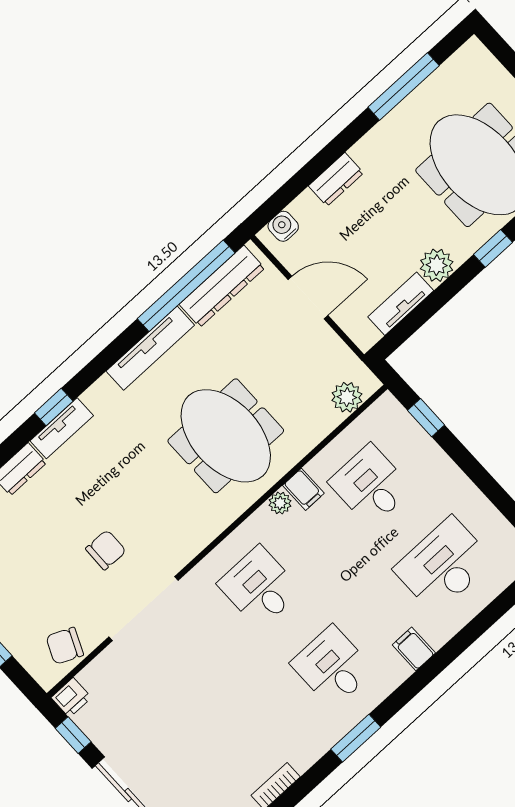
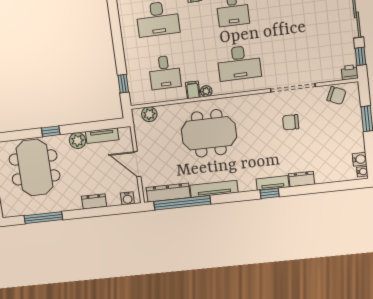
meeting table: (226, 436) -> (209, 133), turned 90
desk: (259, 587) -> (239, 63), width x1.37

